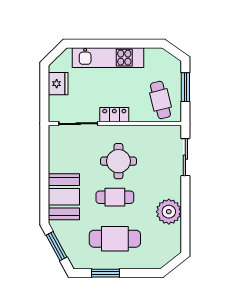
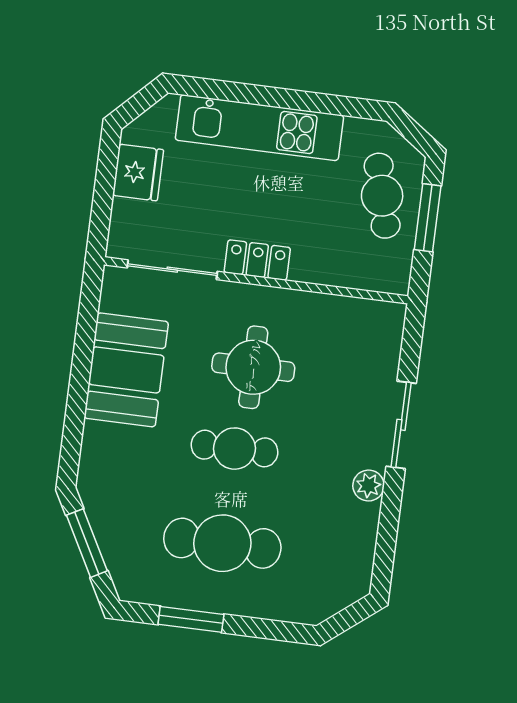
cafe table: (160, 100) -> (382, 196), moved
sliding door: (185, 157) -> (401, 425), moved
booth: (64, 197) -> (126, 370), moved
plant: (169, 212) -> (368, 486), width x0.53, depth x0.53

